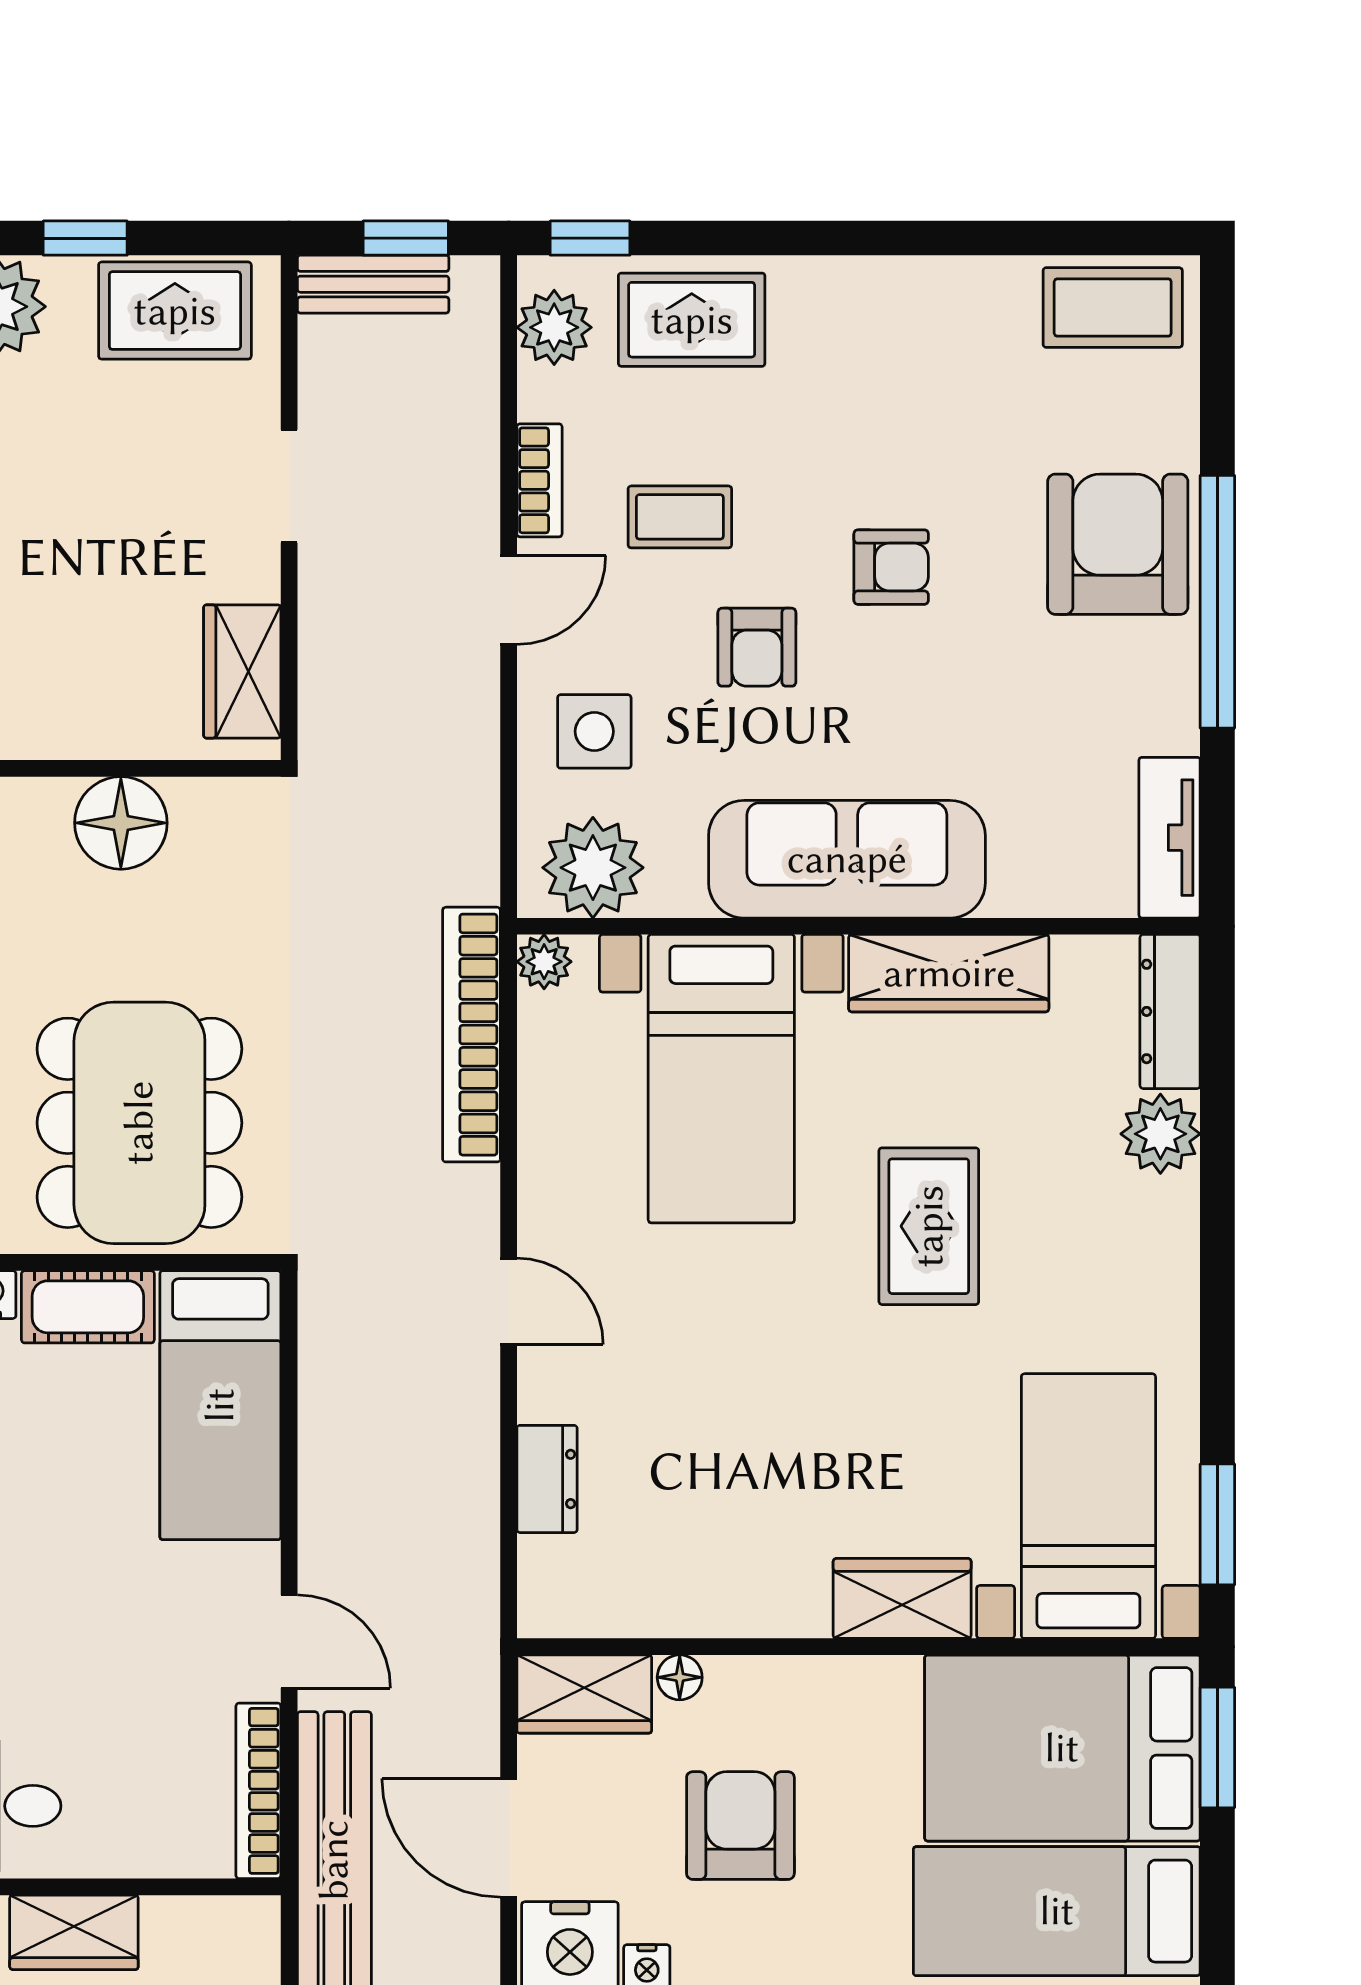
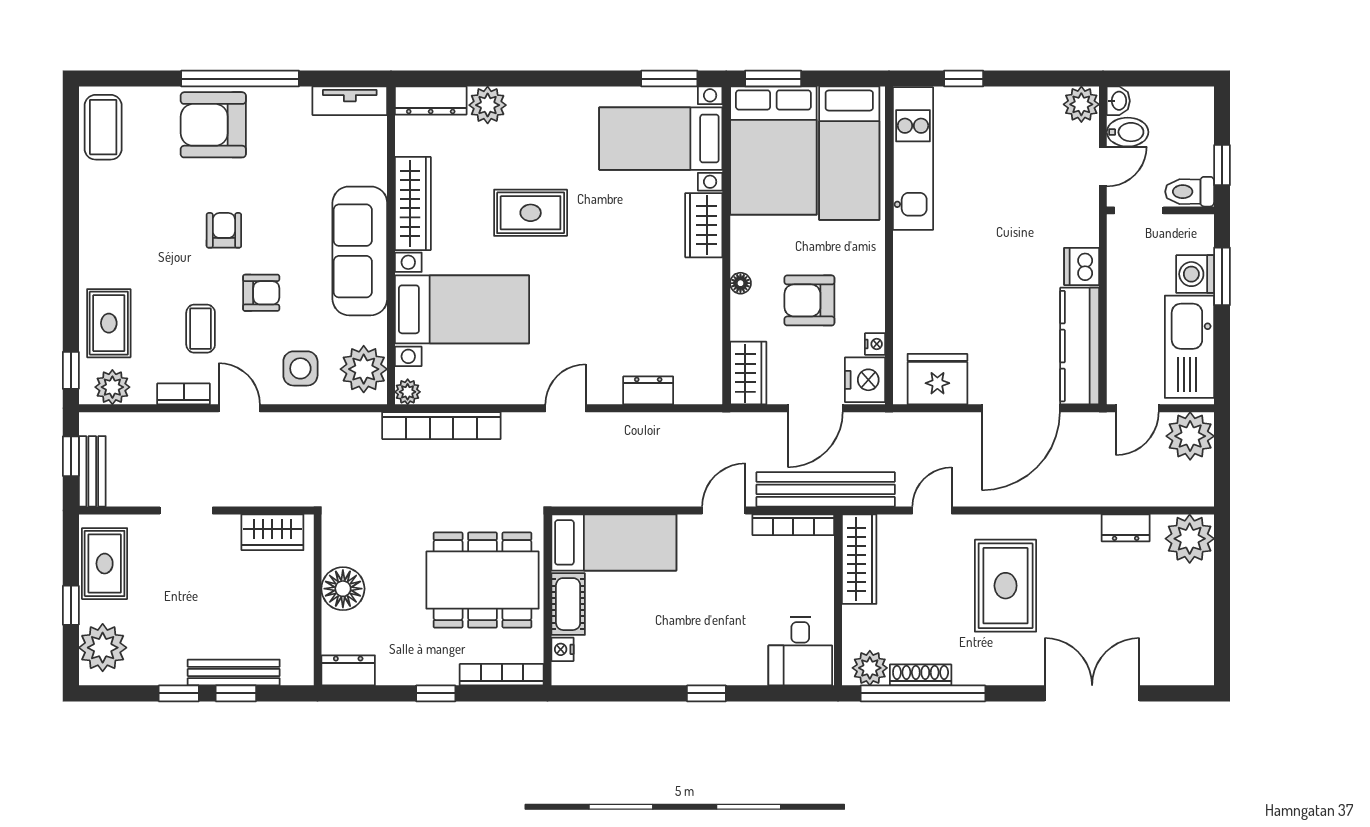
floor lamp: (680, 1677) -> (740, 283), moved
wardrobe: (74, 1932) -> (859, 559), moved, width x1.50

